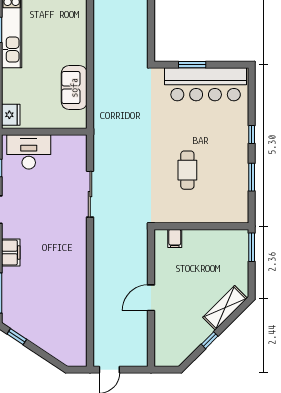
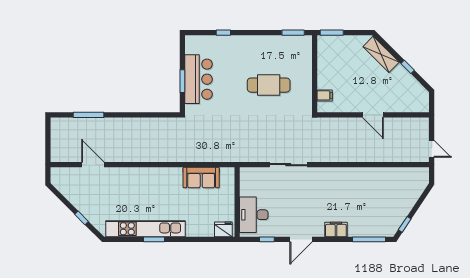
bar counter: (206, 84) -> (199, 79), width x0.73
window: (252, 134) -> (223, 33), moved
cafe table: (187, 170) -> (269, 85), width x1.37, depth x1.35
window: (252, 177) -> (293, 33), moved

